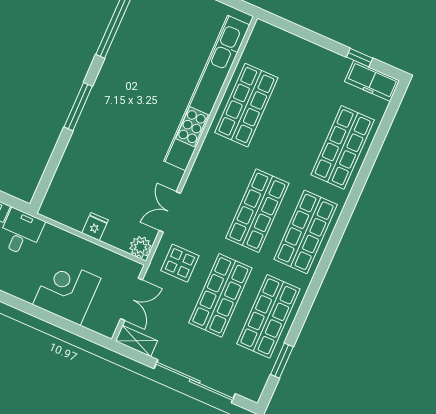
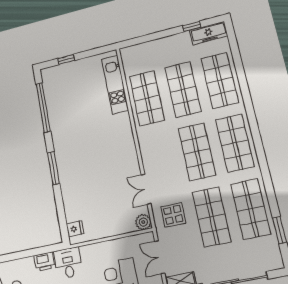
kitchen unit: (207, 93) -> (115, 84), width x0.54
shop shelf: (295, 126) -> (183, 89), added
fridge: (95, 227) -> (75, 229), moved, turned 90
double door: (131, 299) -> (160, 257), swing flipped

